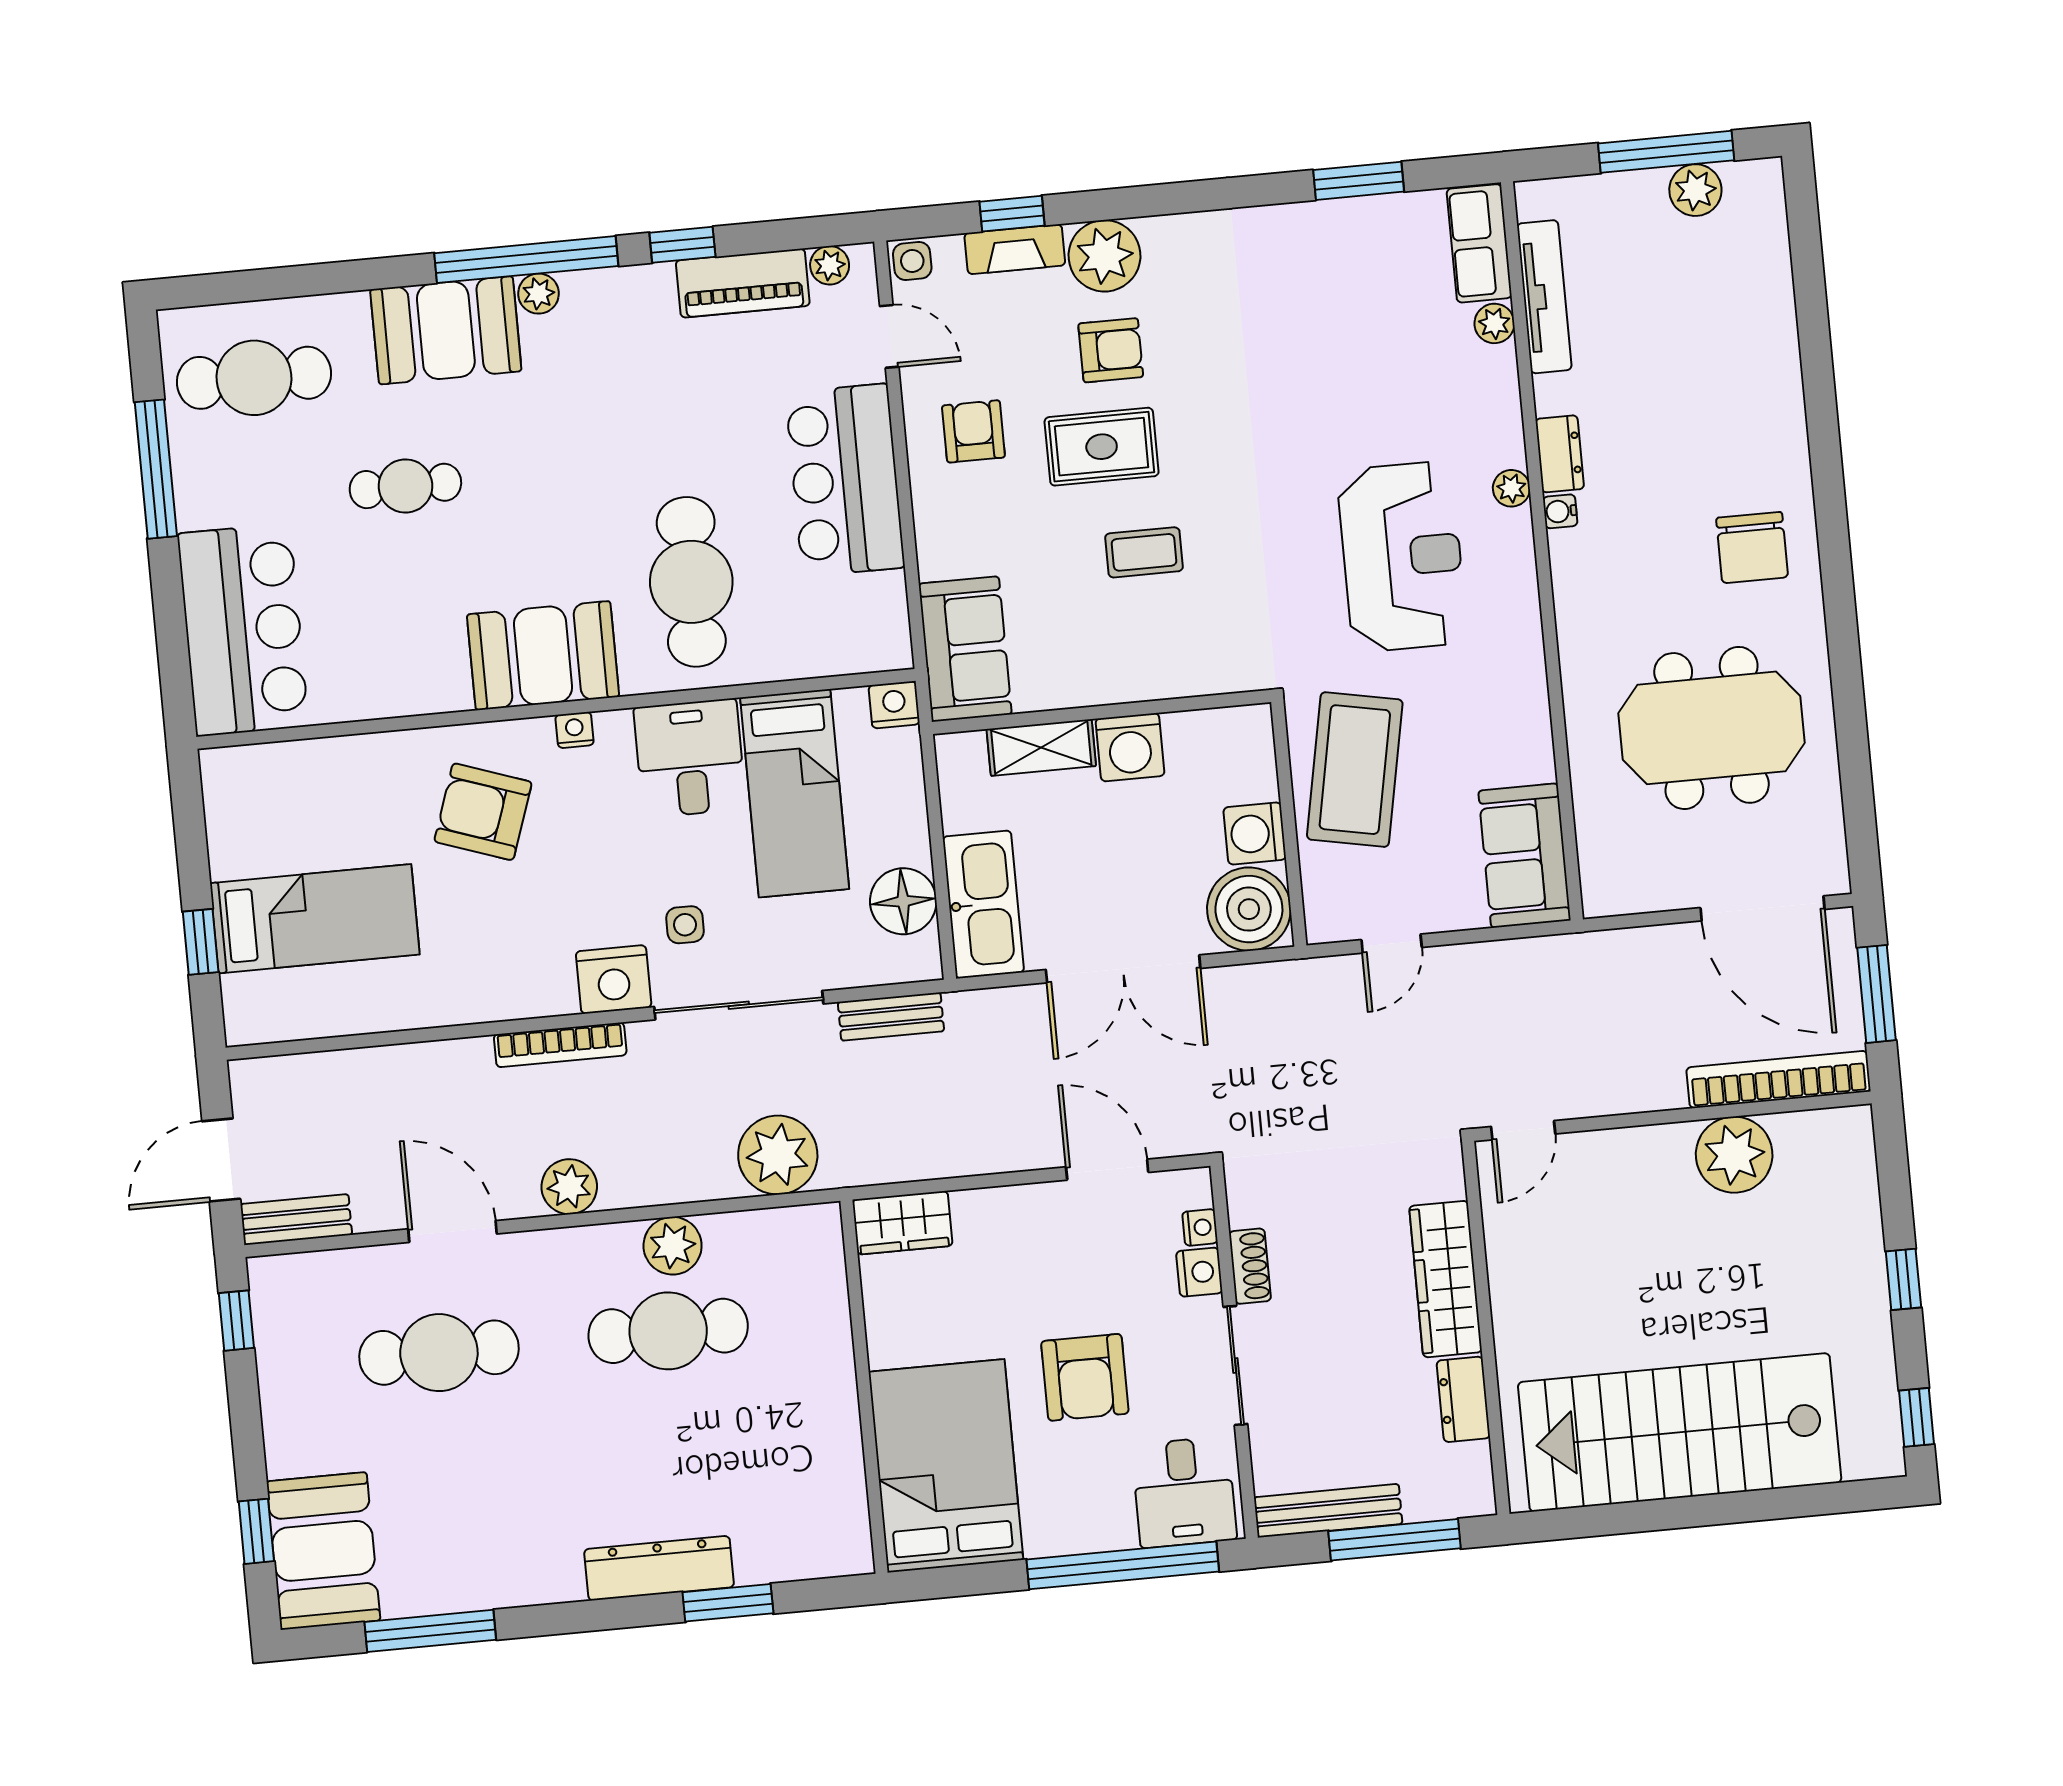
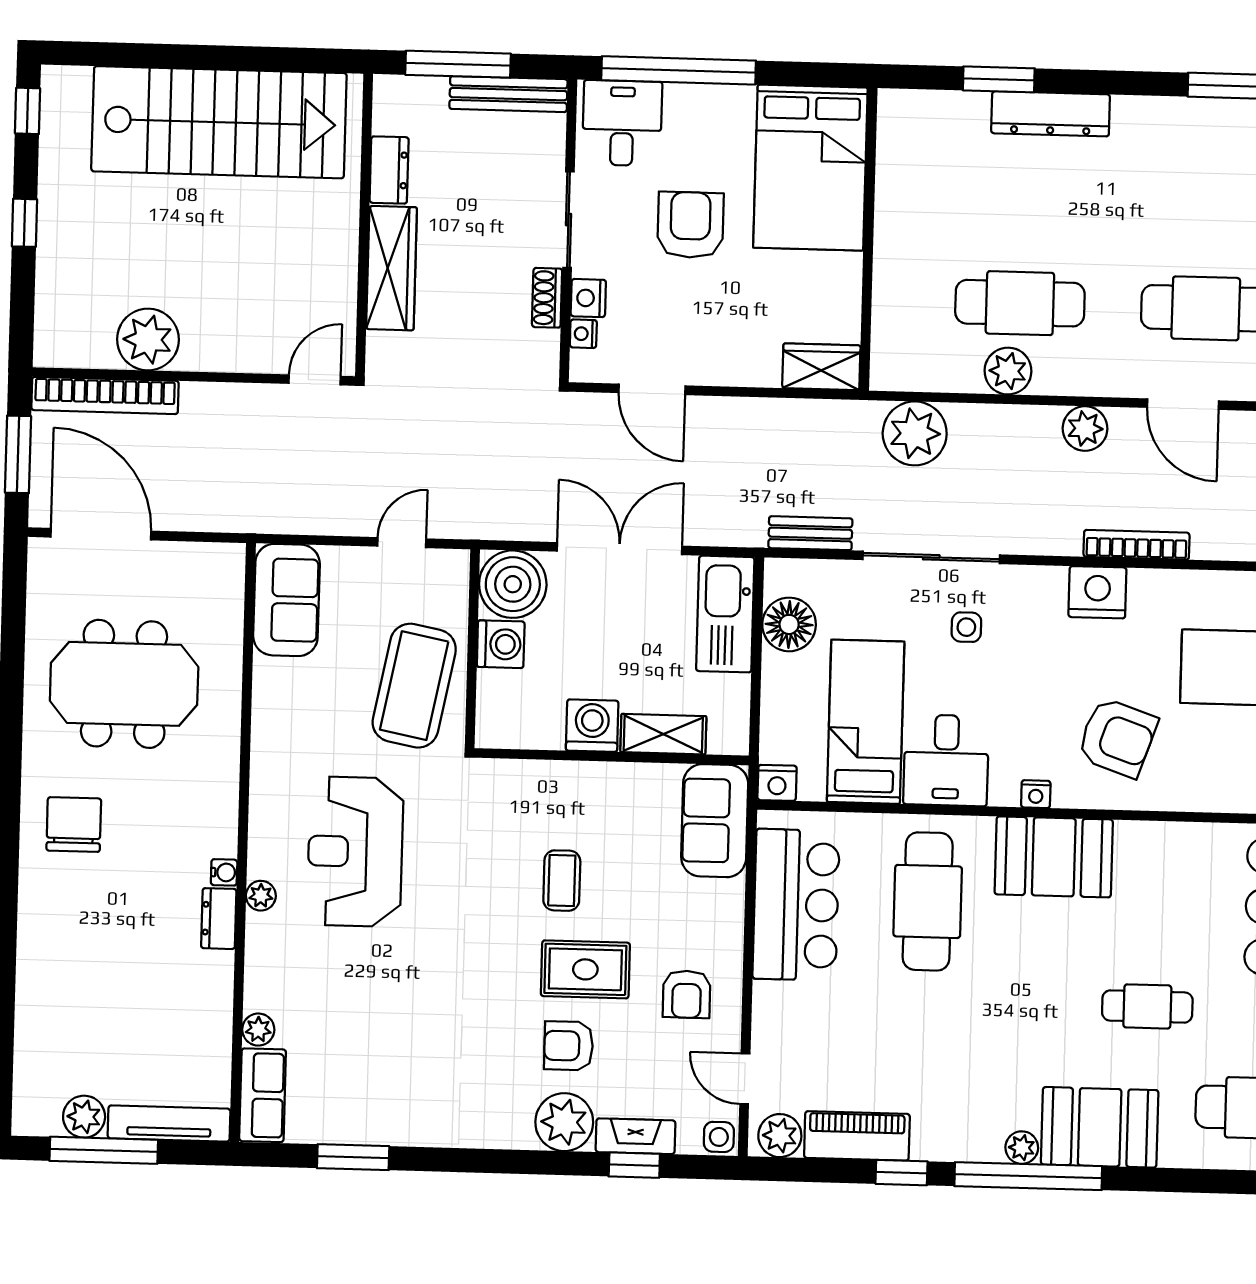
plant: (830, 265) -> (780, 1136), width x1.38, depth x1.38
tv unit: (1544, 297) -> (169, 1124), moved, turned 90
bar counter: (845, 480) -> (796, 905), moved
coffee table: (1144, 552) -> (562, 881), turned 90
nightstand: (614, 979) -> (1097, 592), moved
bookcase: (560, 1045) -> (1137, 545), moved

